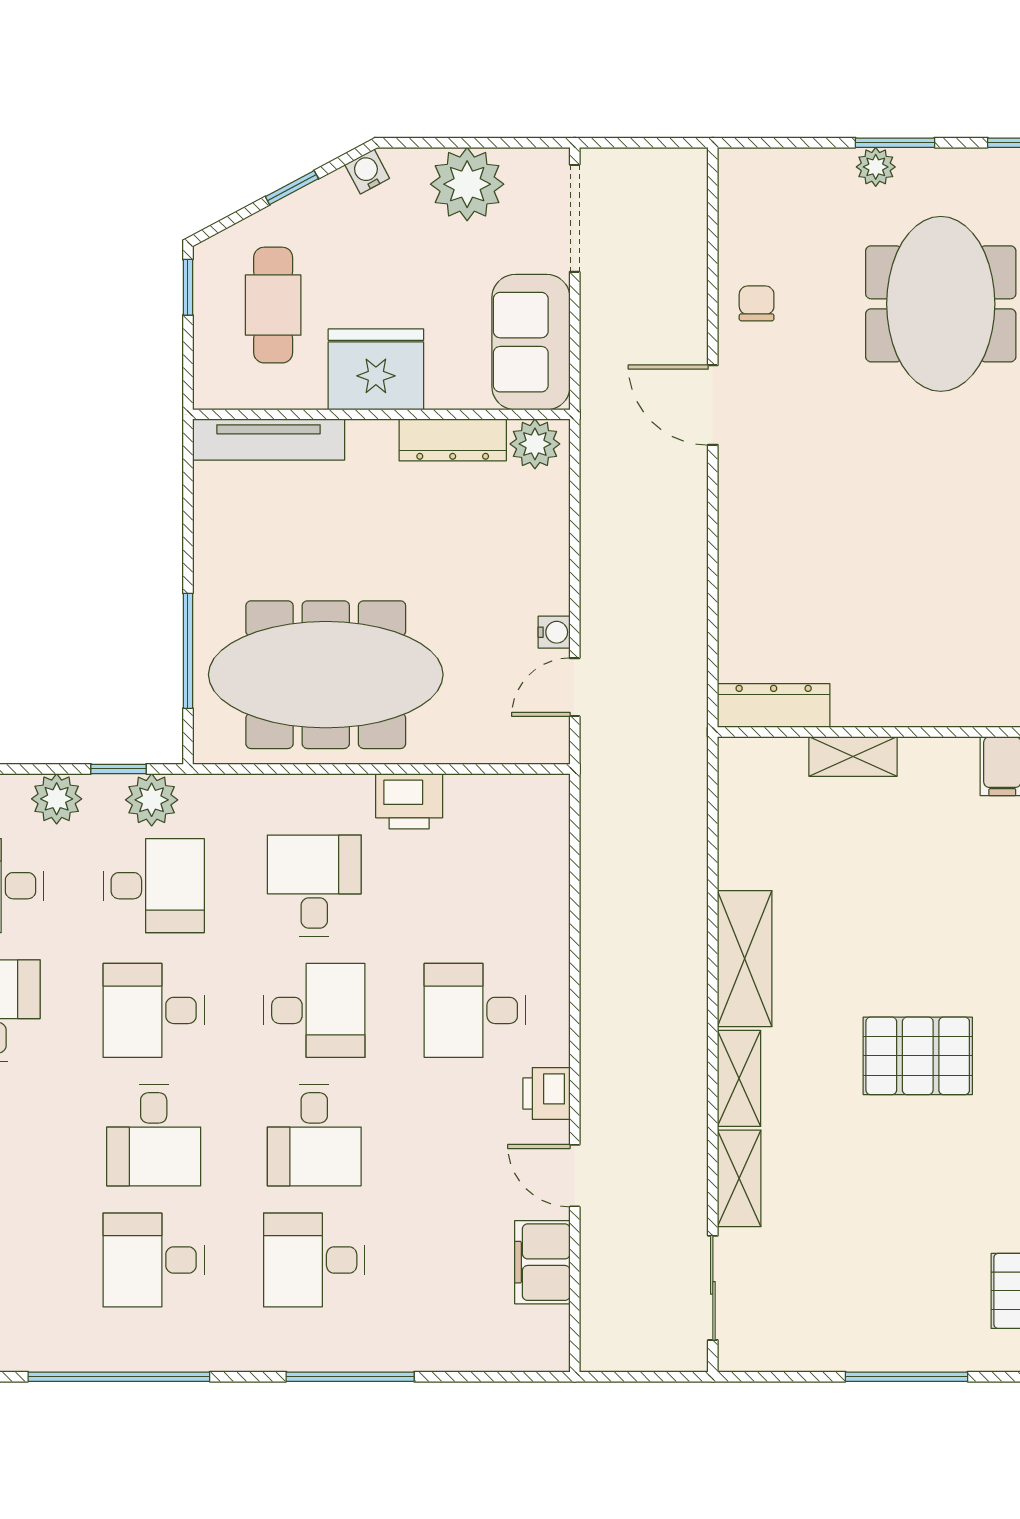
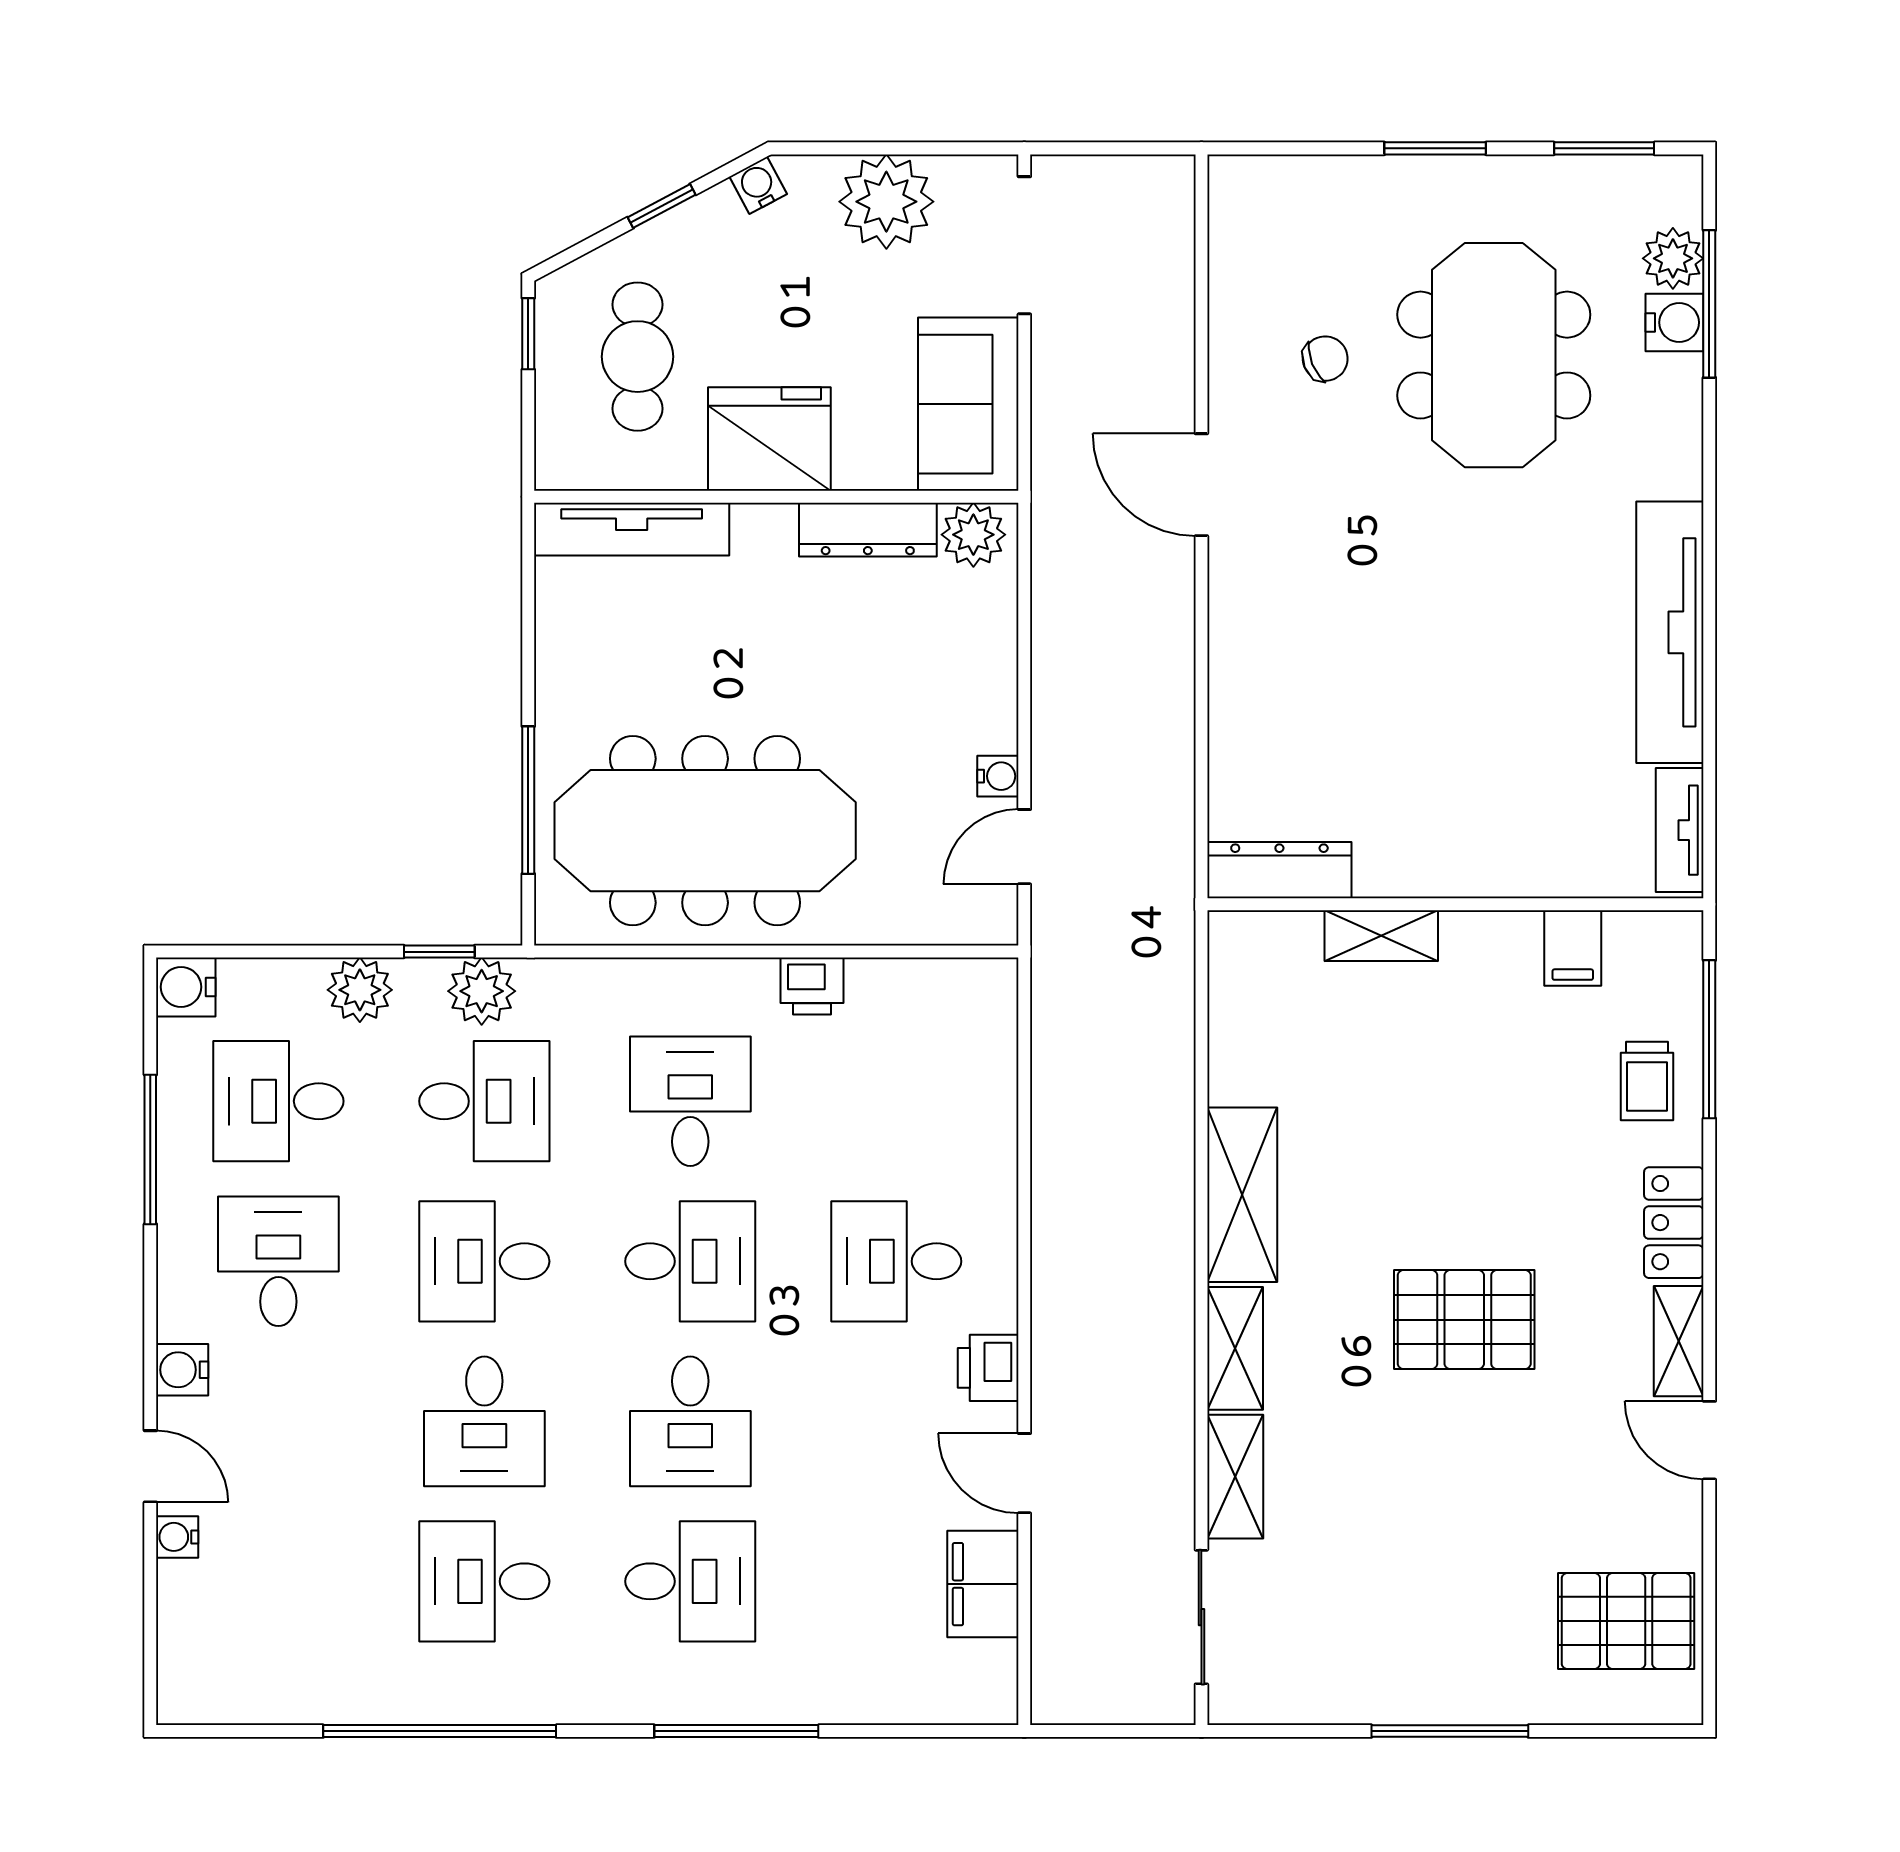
plant: (876, 167) -> (1410, 179), removed
chair: (757, 303) -> (1325, 359), moved, turned 68
printer: (409, 801) -> (812, 986), width x0.73, depth x0.81
desk: (314, 1260) -> (690, 1581), turned 180

